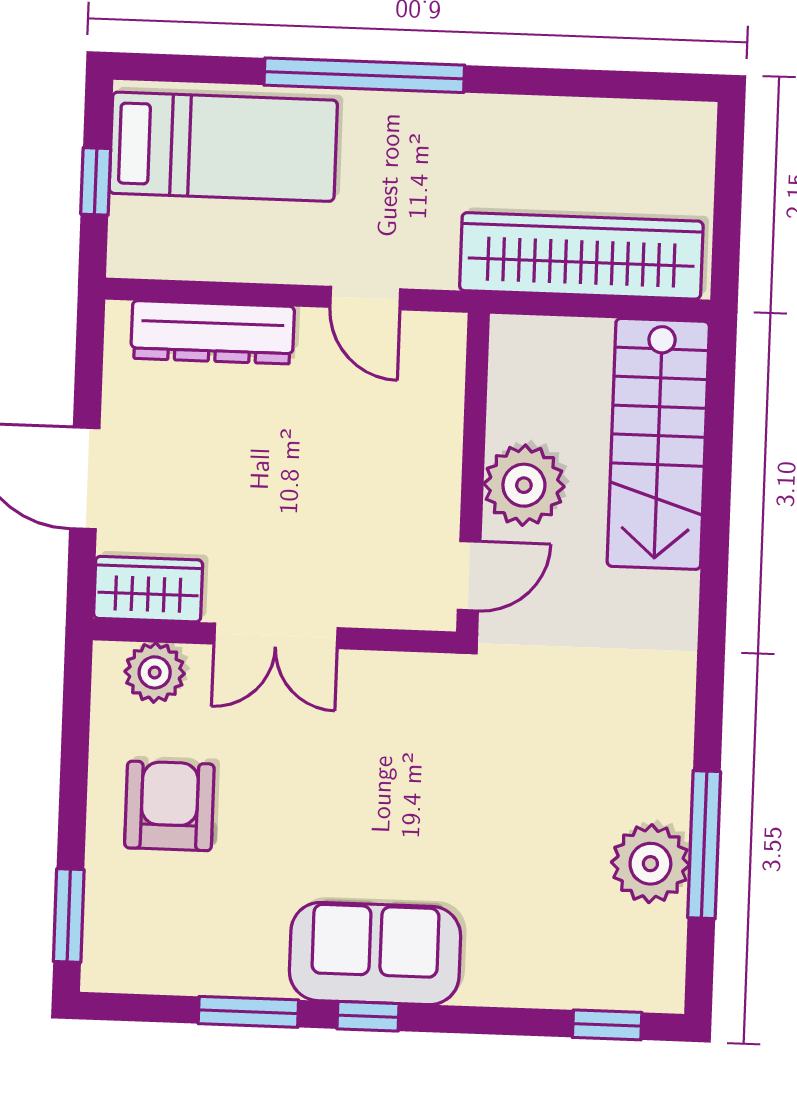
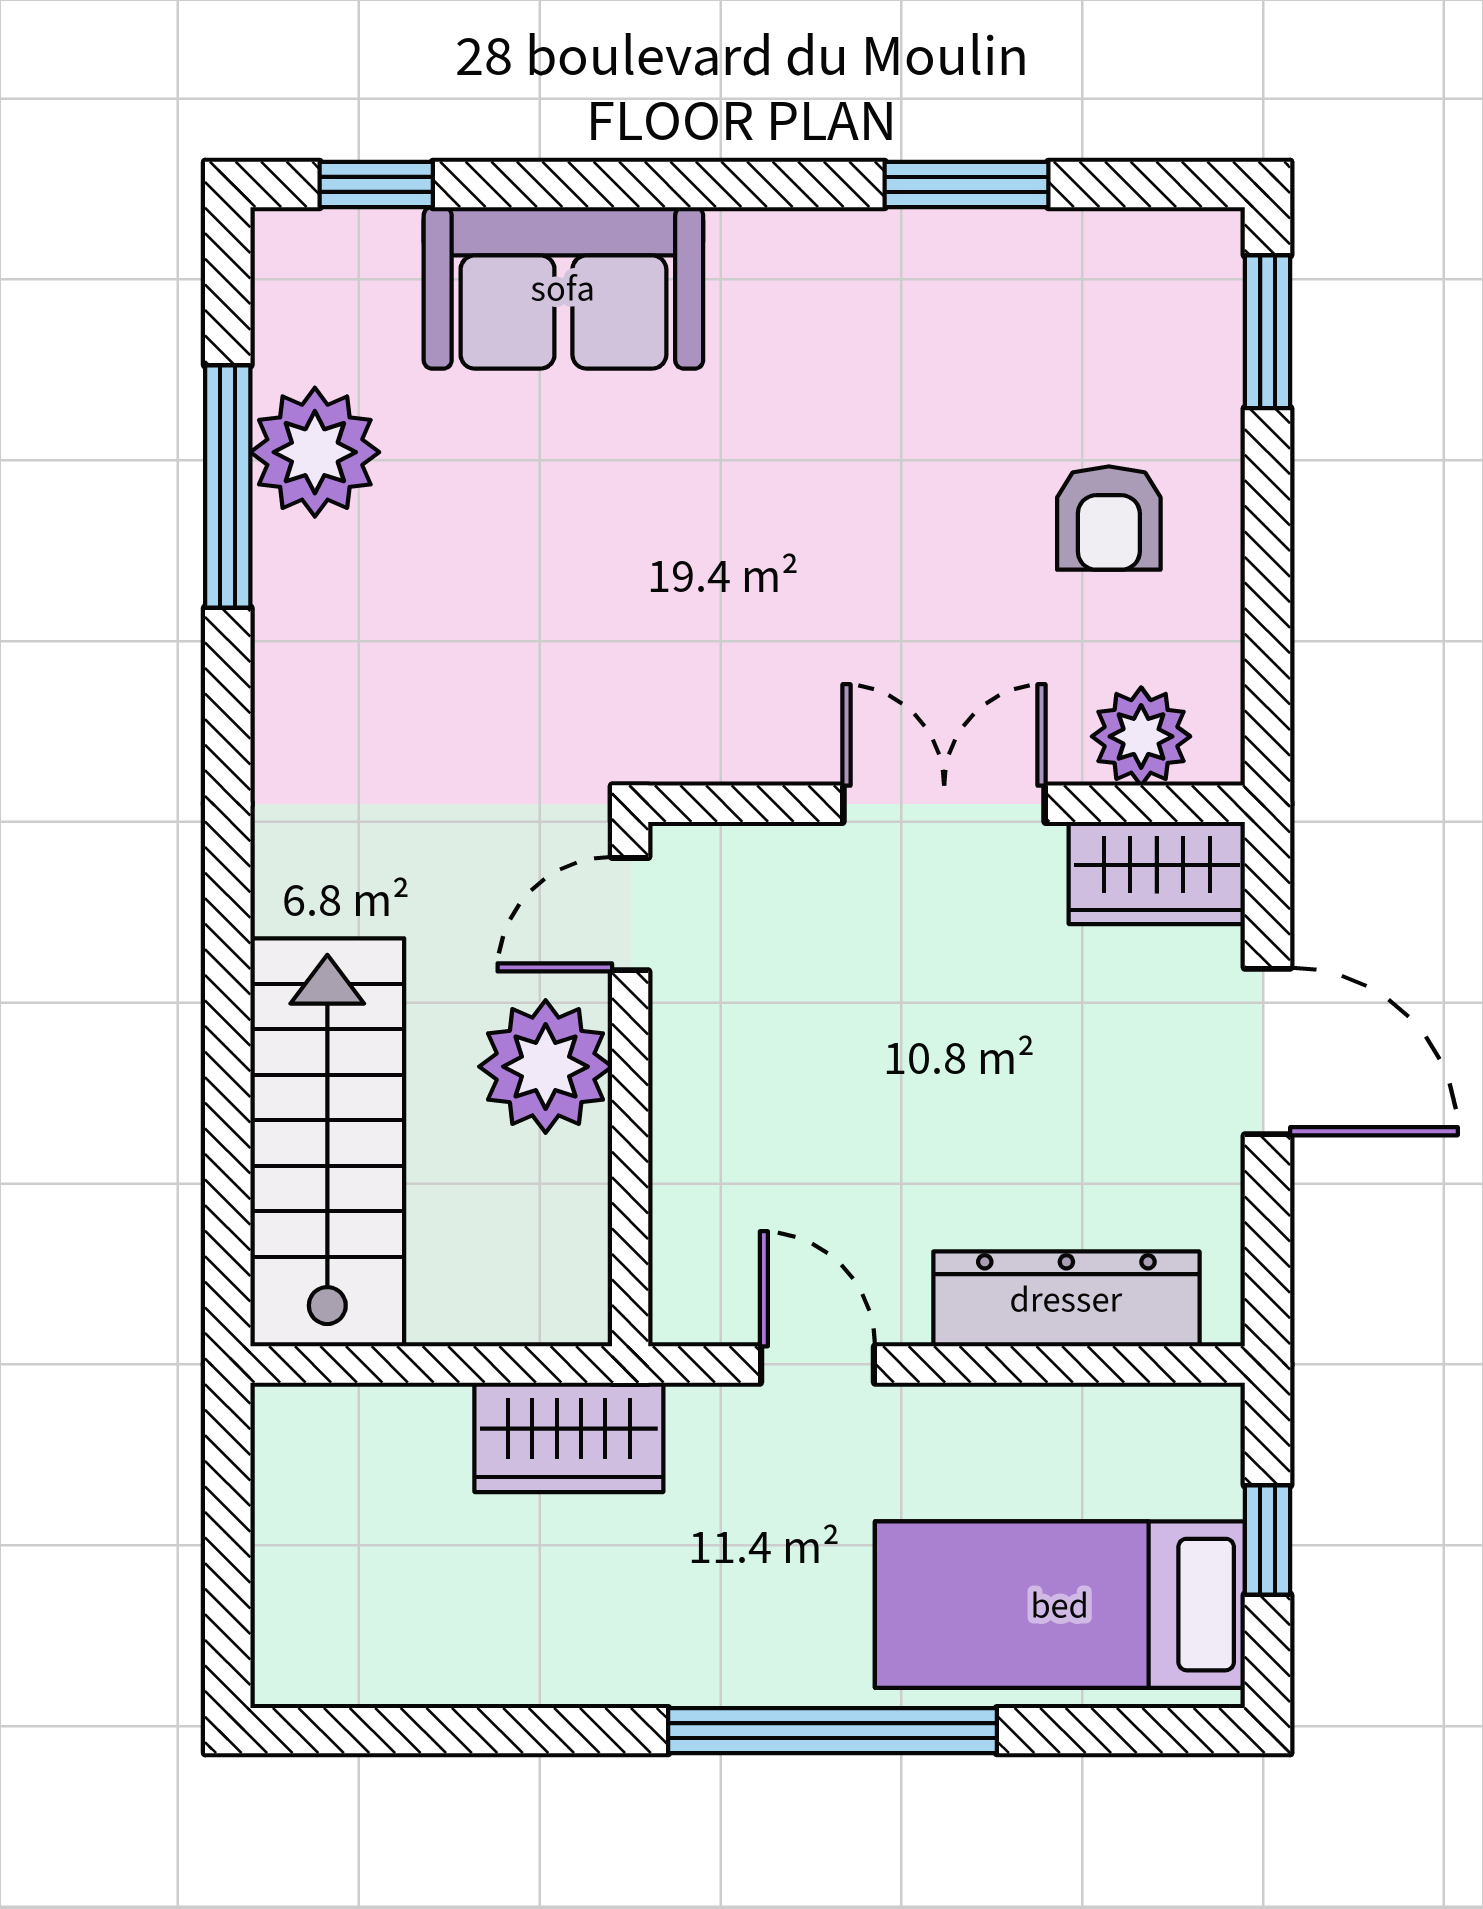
wardrobe: (581, 256) -> (569, 1437), width x0.48, depth x0.85
armchair: (169, 806) -> (1109, 518), width x0.72, depth x0.72
sofa: (375, 954) -> (563, 288), moved
window: (368, 1016) -> (770, 184), removed

